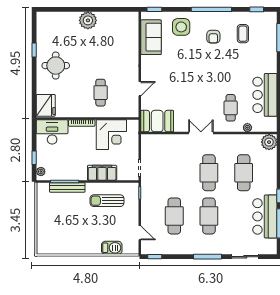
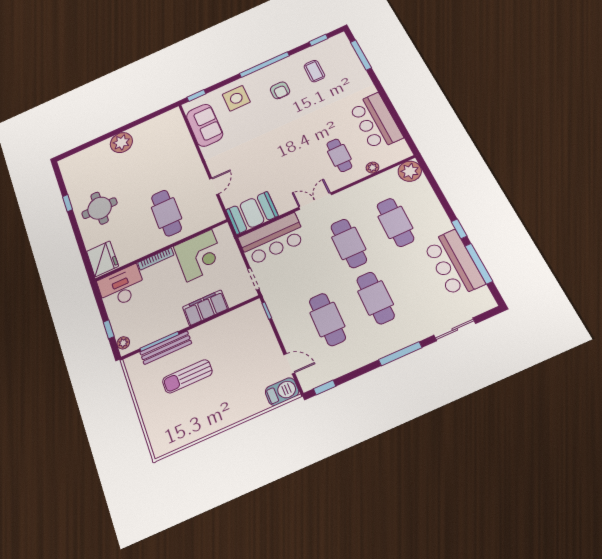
cafe table: (101, 93) -> (166, 213), width x1.37, depth x1.35
bar counter: (163, 146) -> (272, 239), added
sun lounger: (107, 201) -> (187, 376), moved
barbecue: (112, 248) -> (282, 392), moved

